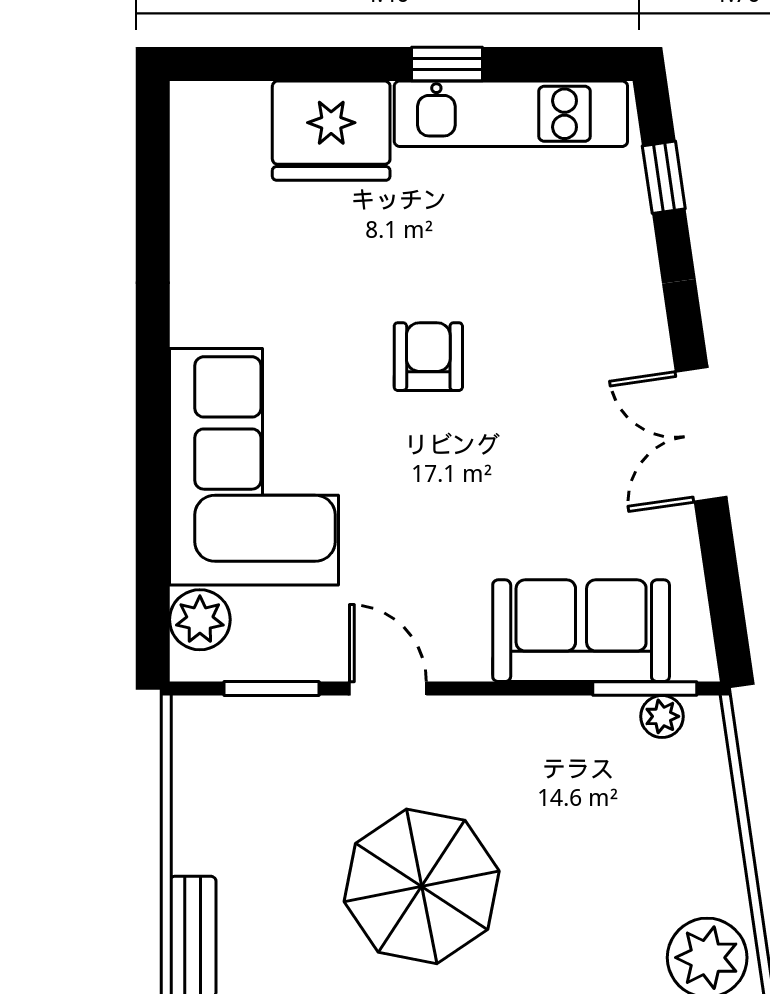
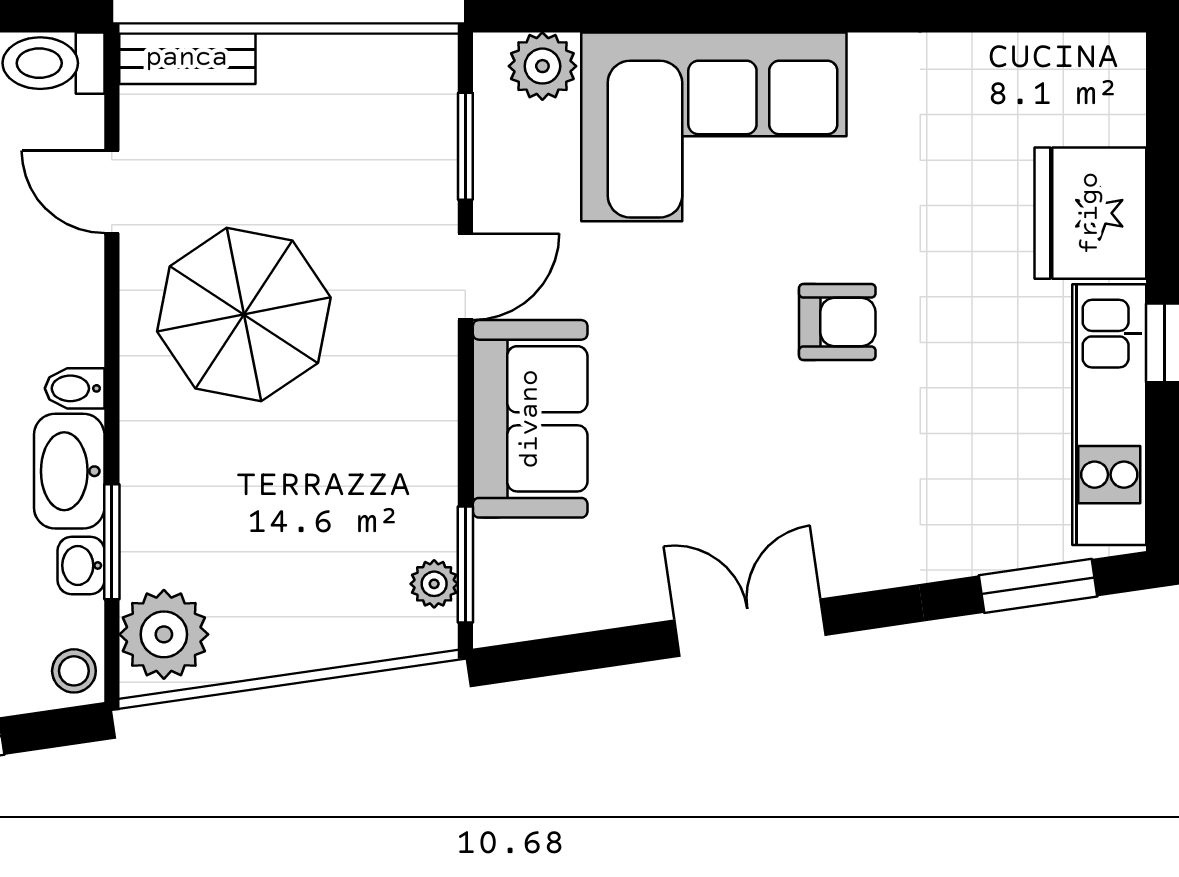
window: (664, 177) -> (1038, 586), width x1.50
sofa: (581, 631) -> (530, 419), moved

